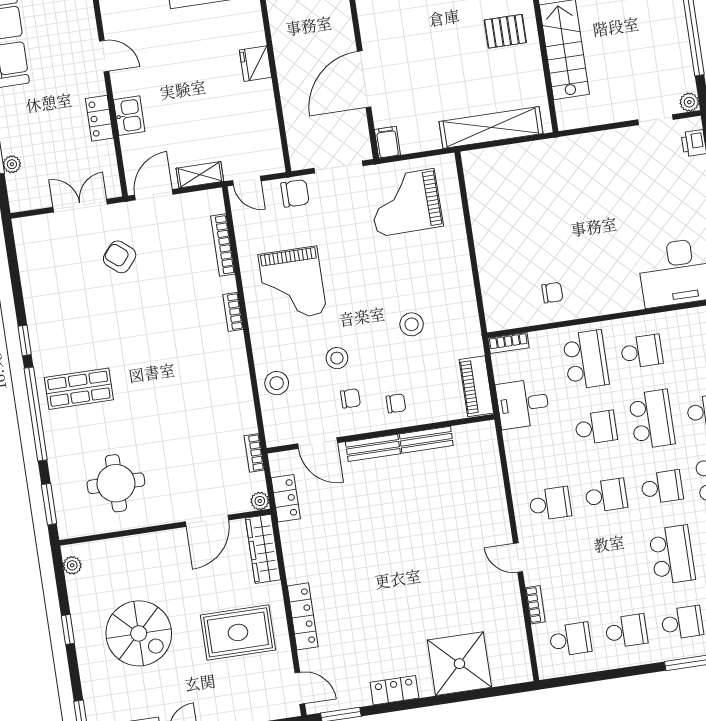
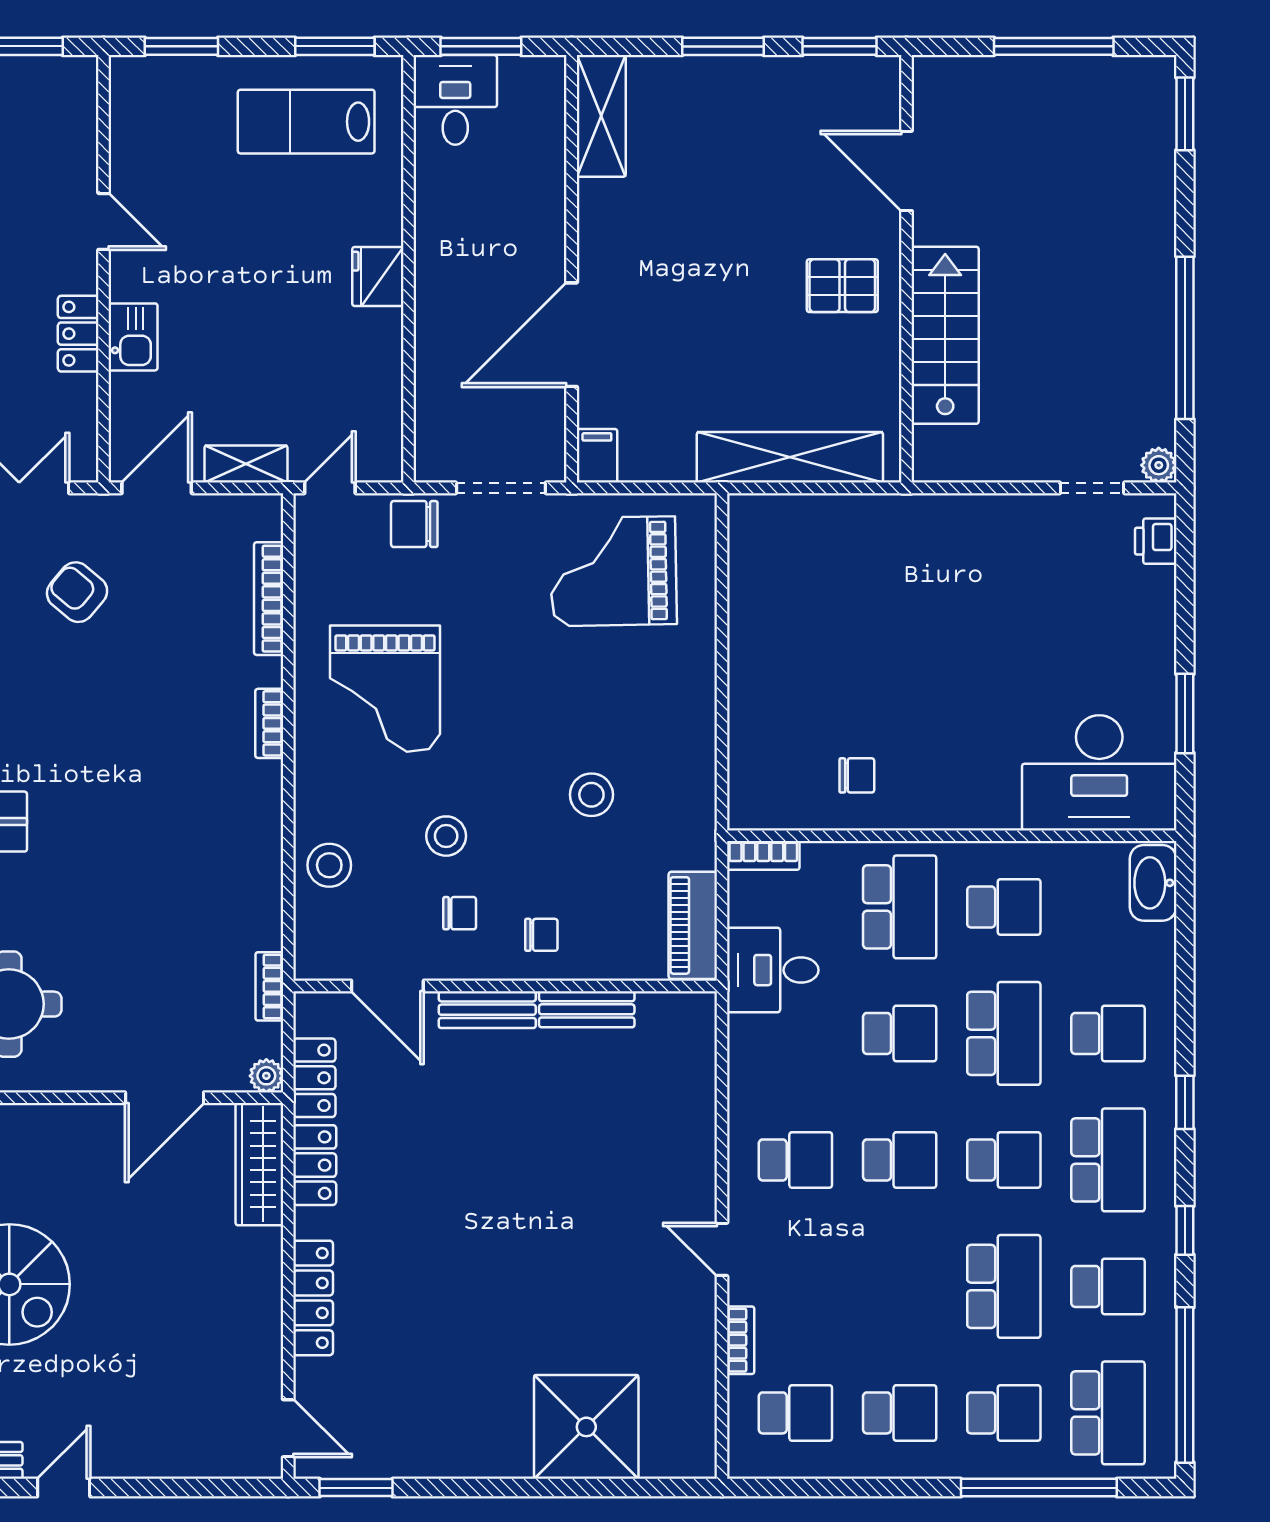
door: (247, 181) -> (330, 488), swing flipped
chair: (295, 193) -> (414, 524), turned 180
rug: (238, 632) -> (191, 1310), removed
locker: (394, 690) -> (315, 1165), moved, turned 90

